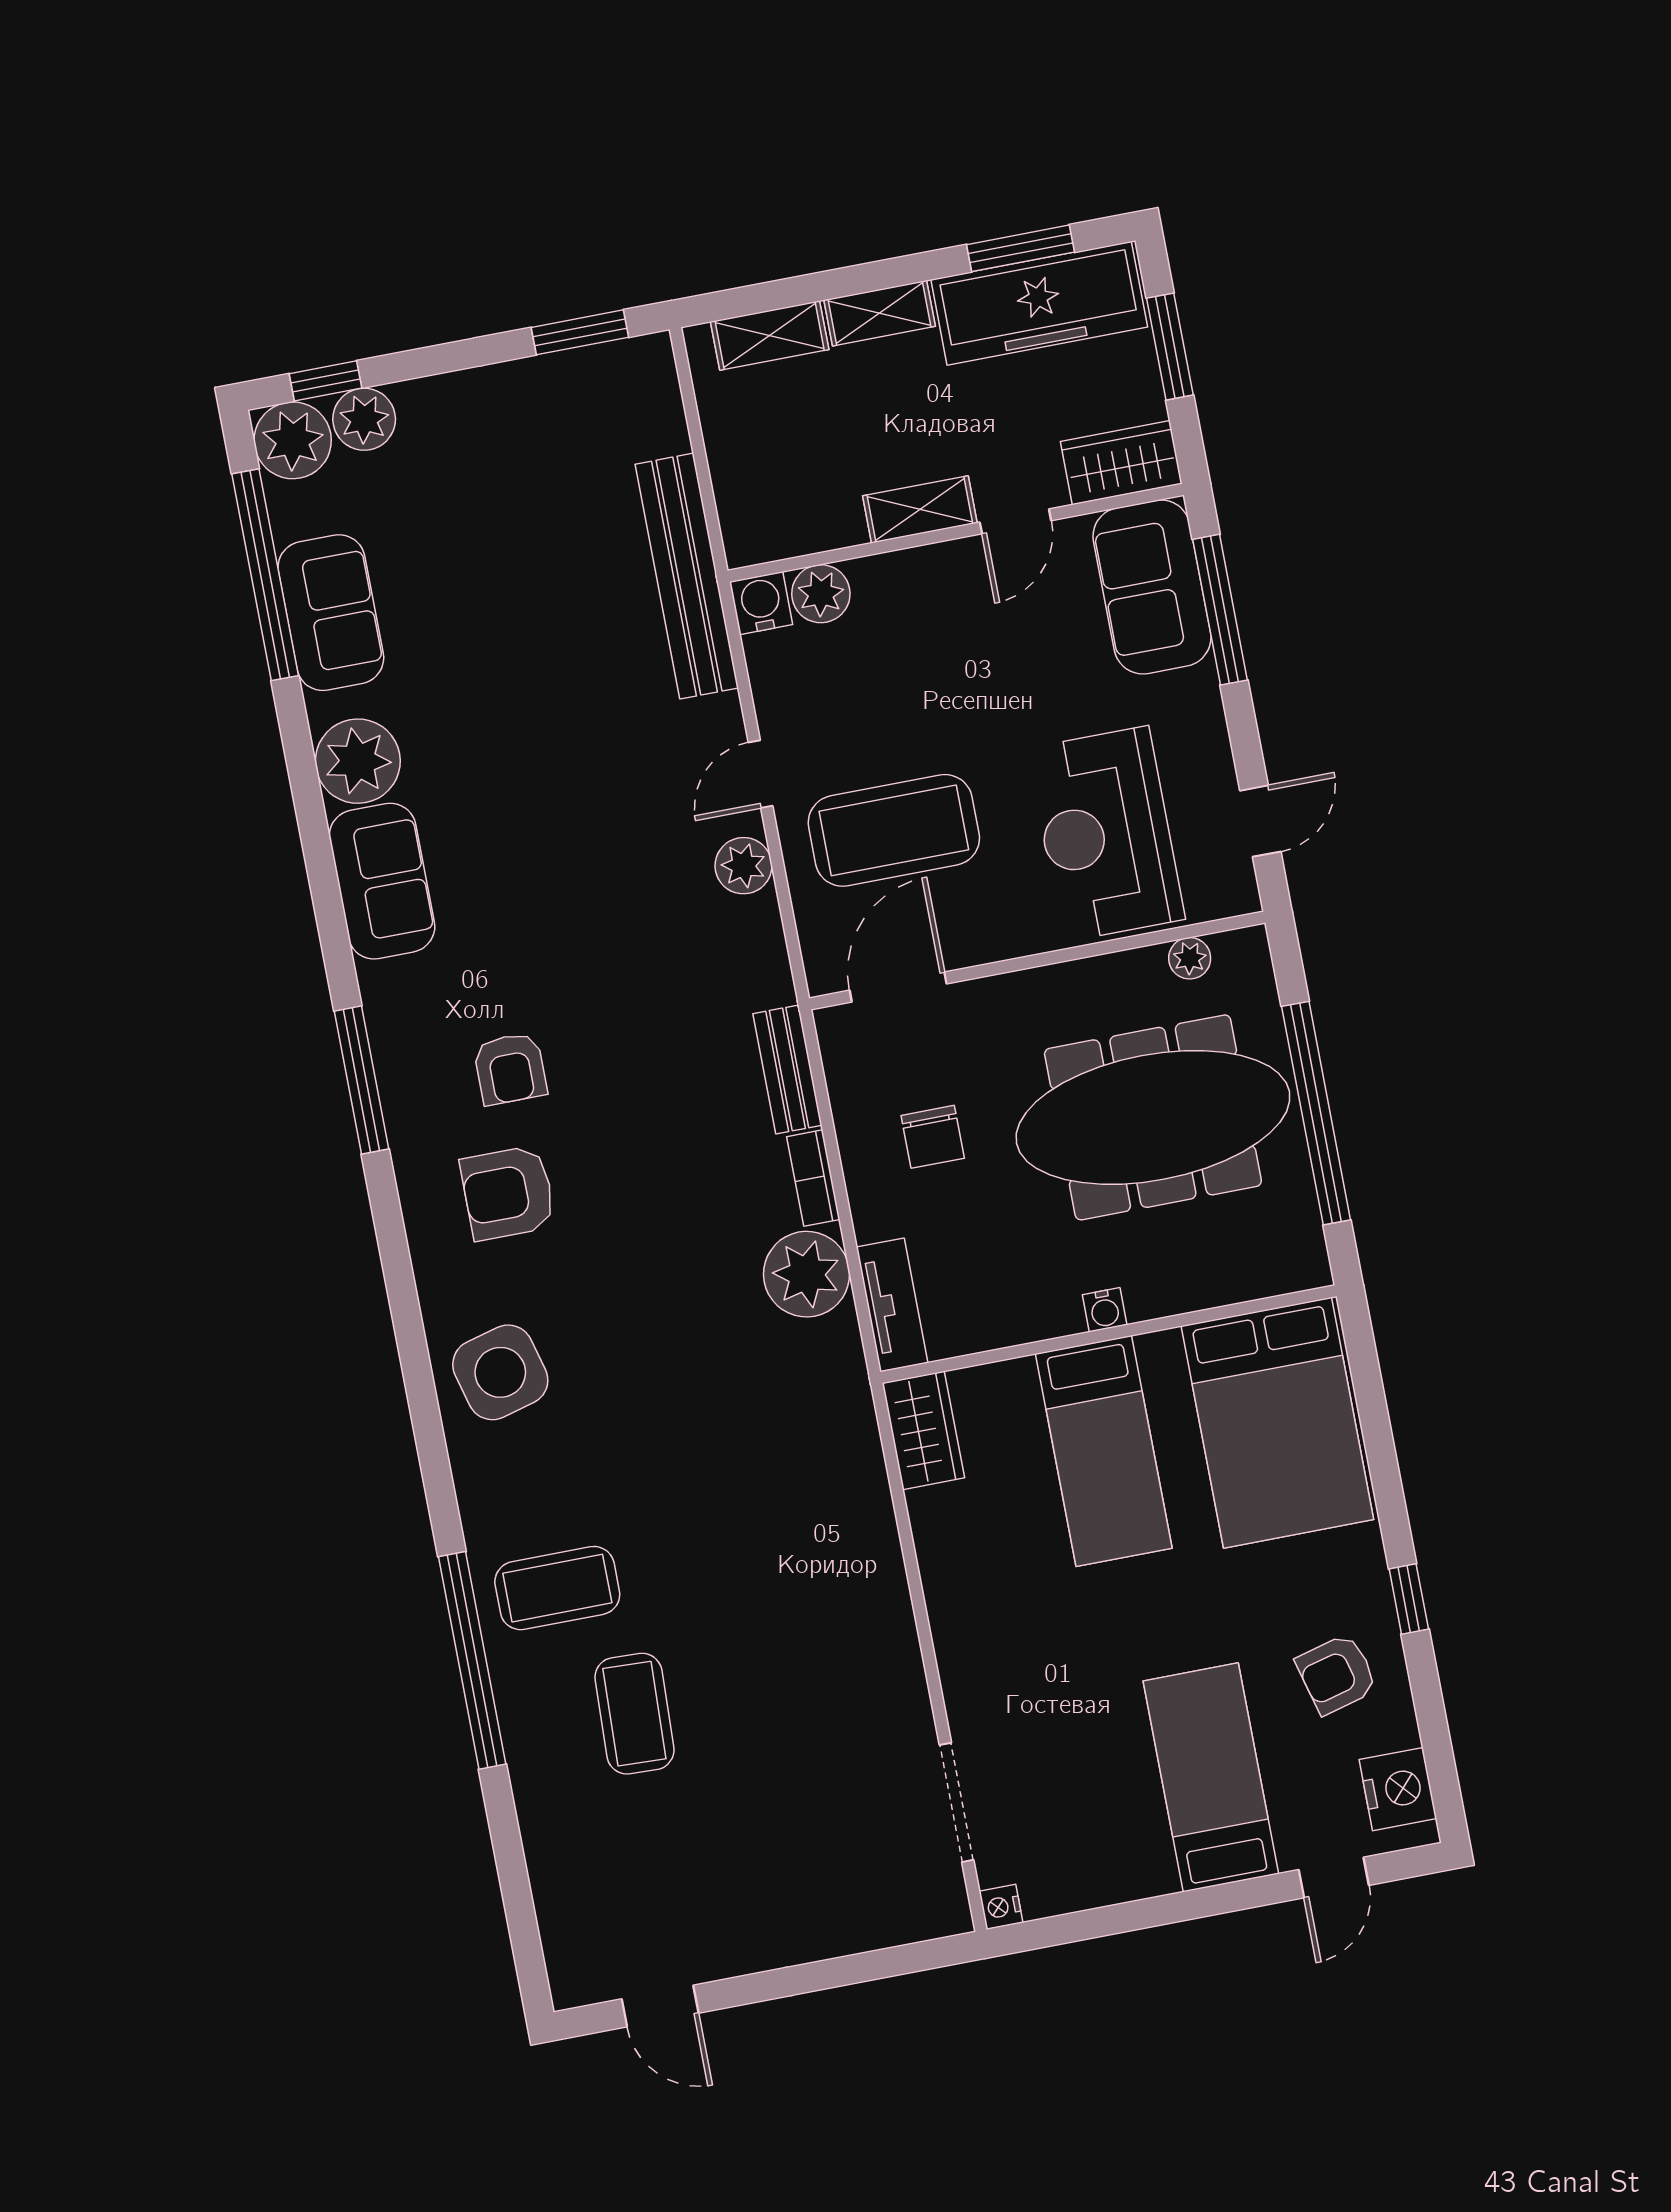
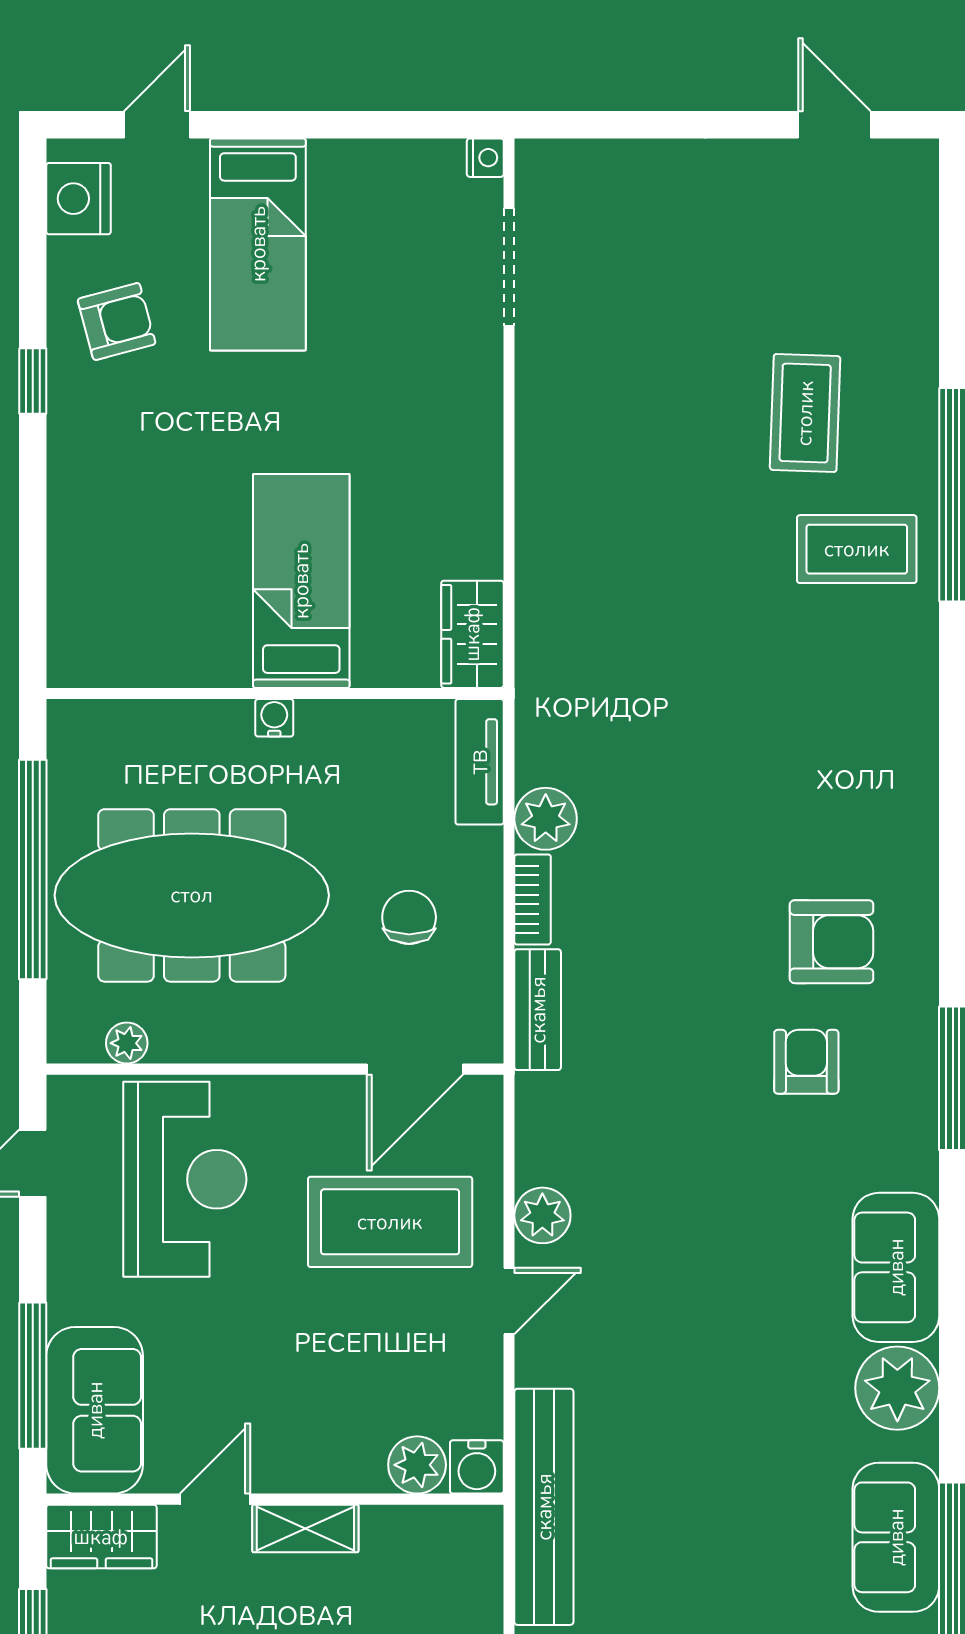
plant: (807, 1274) -> (546, 819), width x0.73, depth x0.73
side table: (500, 1372) -> (872, 769), removed
bed: (1277, 1423) -> (128, 576), removed

